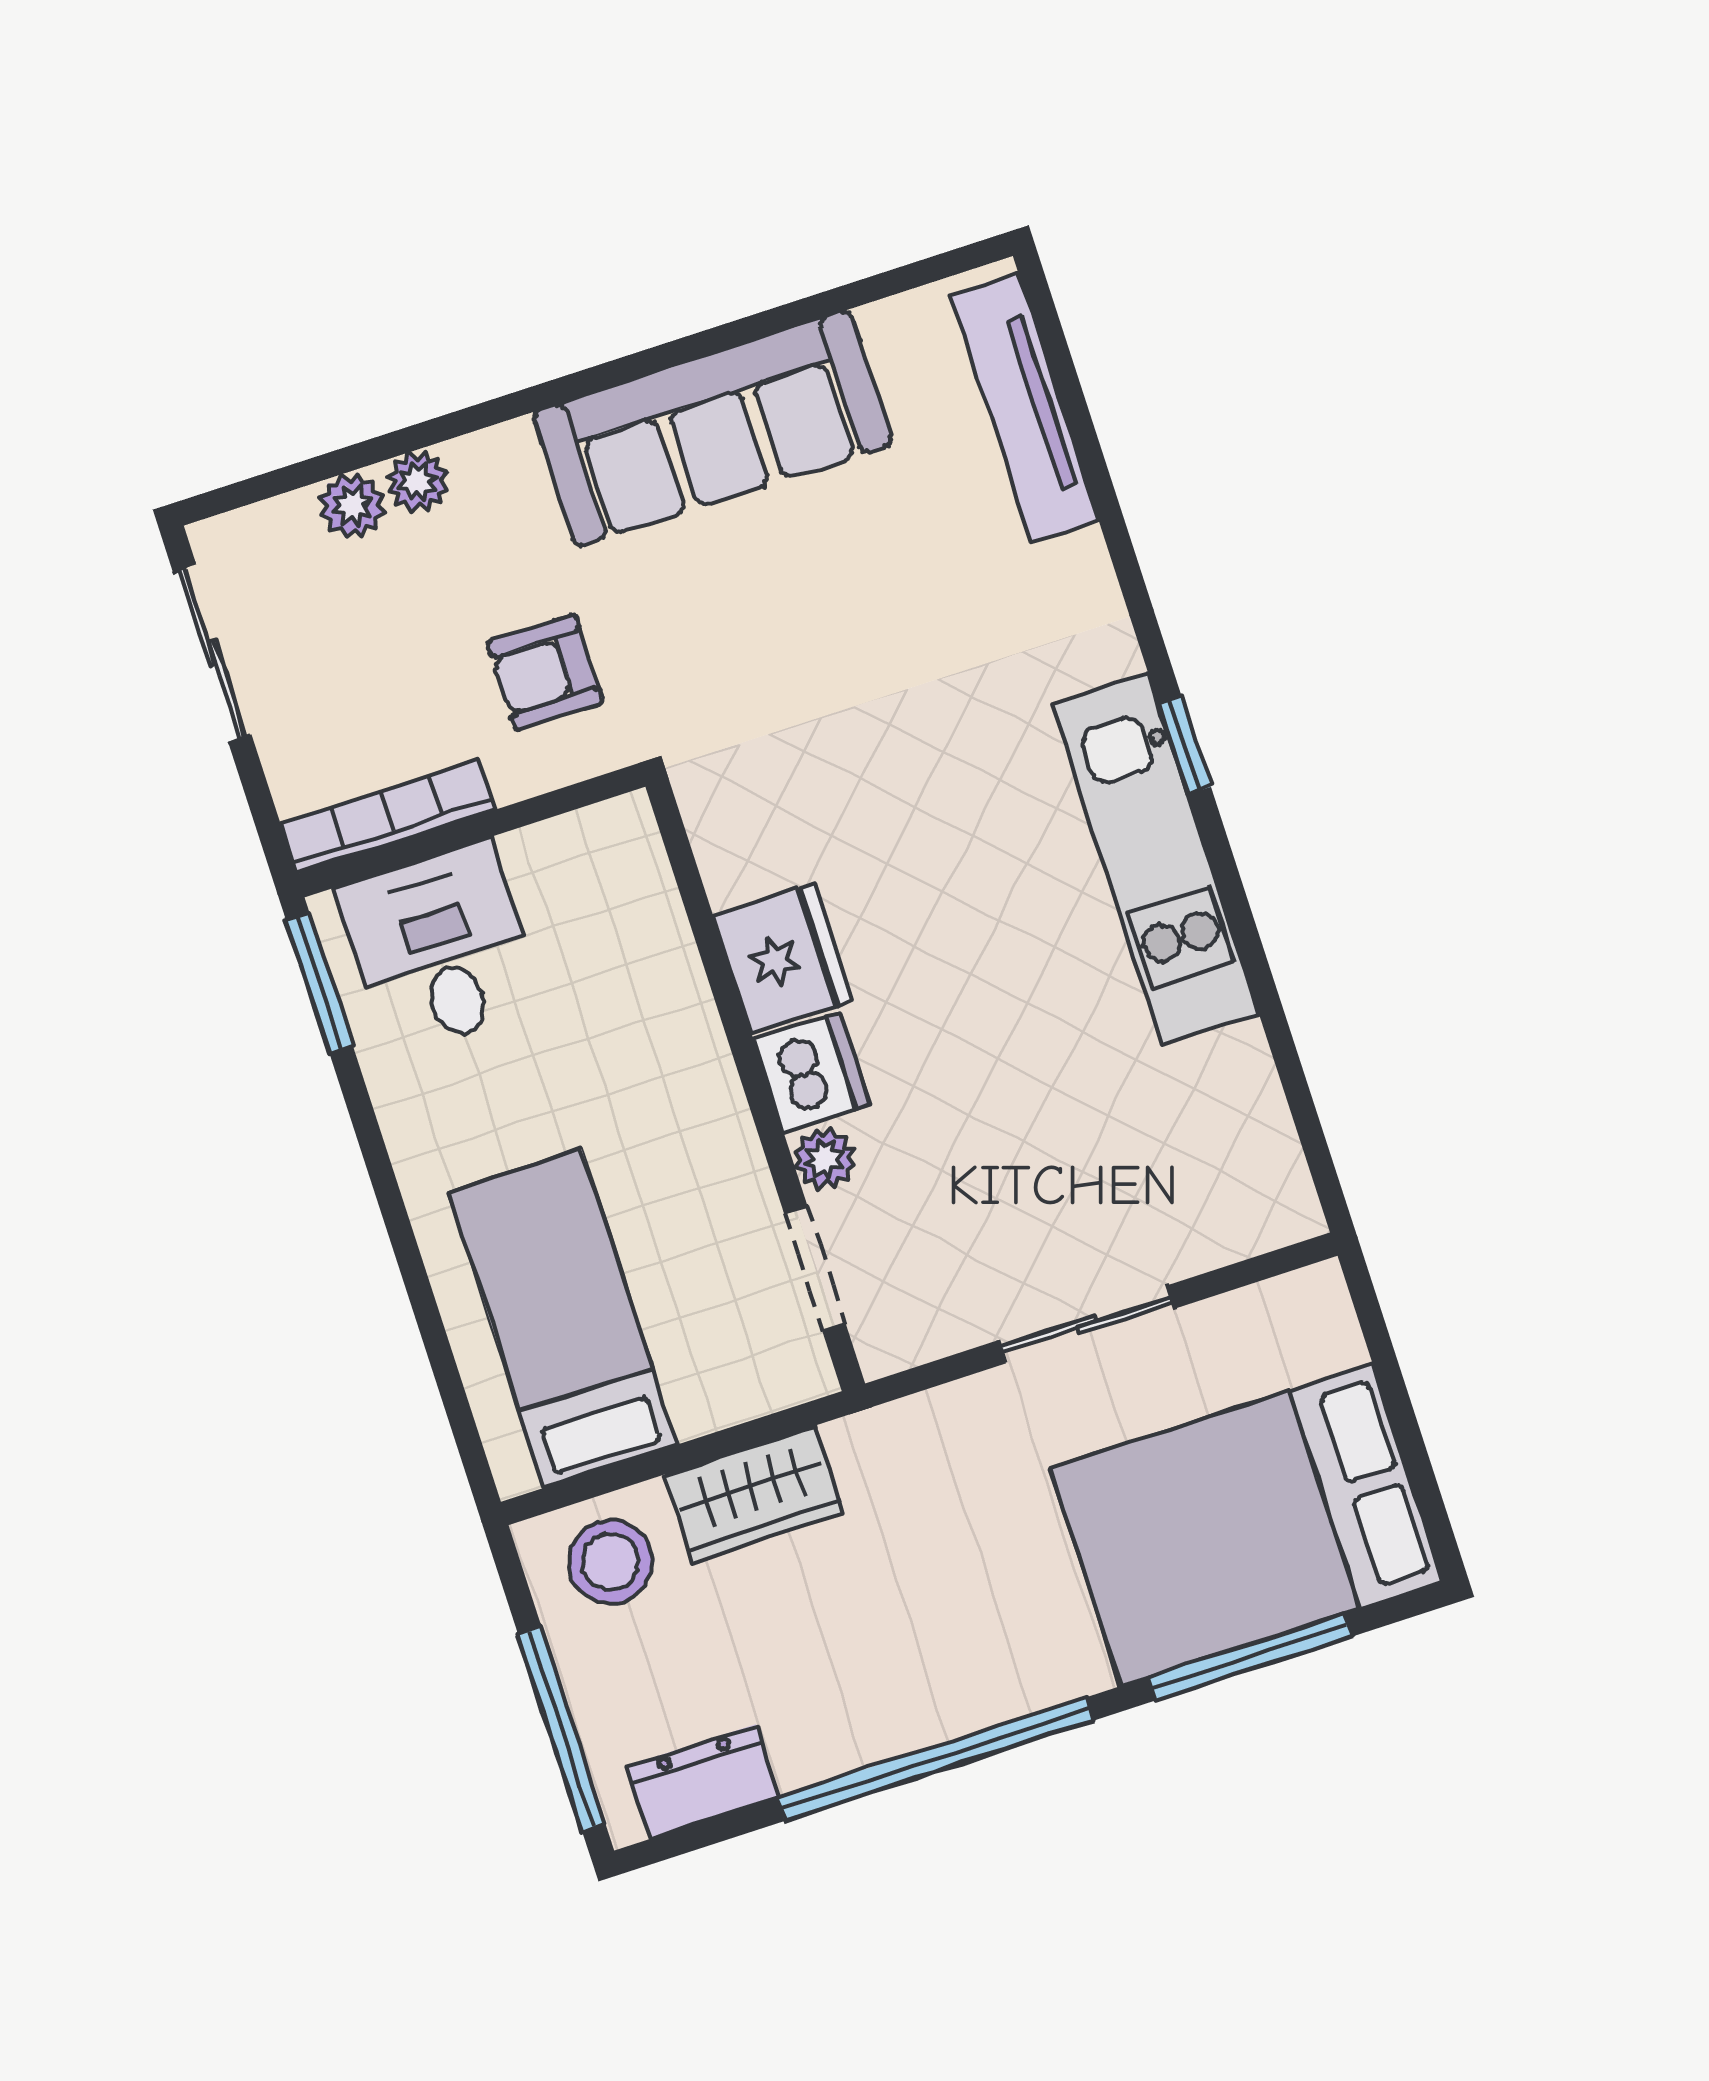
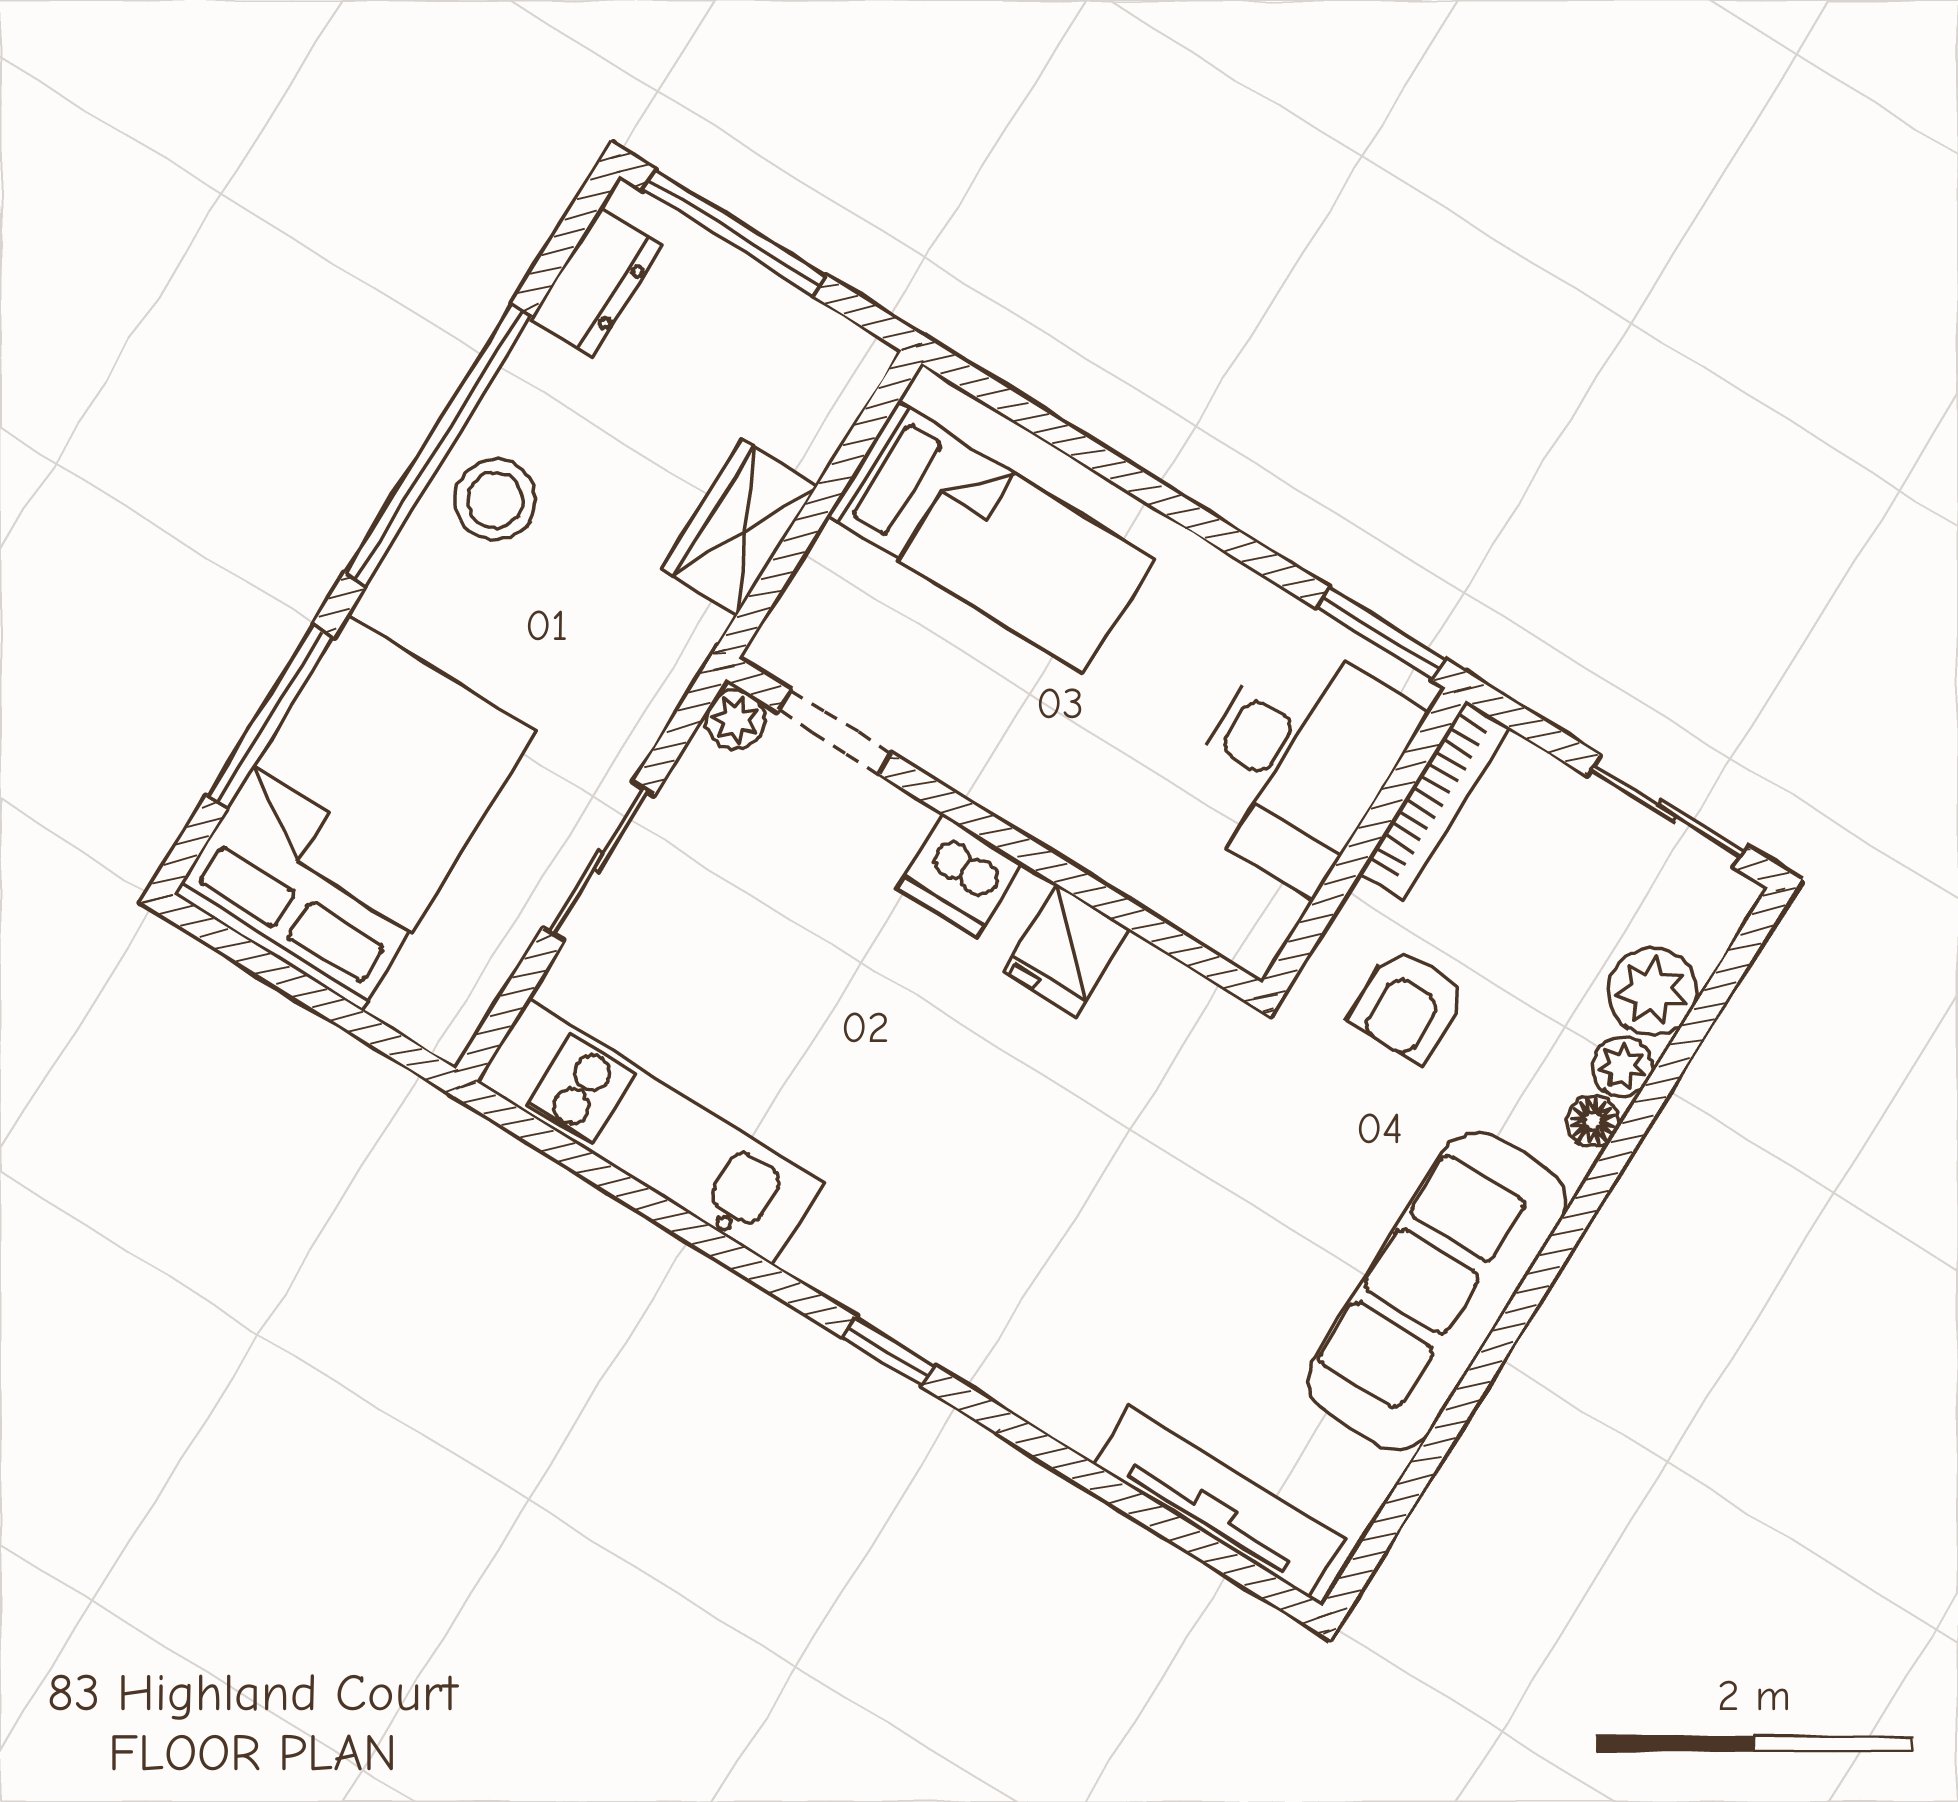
floor lamp: (477, 458) -> (1593, 1121), added
plant: (352, 505) -> (1652, 991), width x1.38, depth x1.38
armchair: (545, 672) -> (1408, 1005), turned 180
kitchen unit: (1155, 858) -> (650, 1132), moved
desk: (440, 948) -> (1298, 761), width x1.37
fridge: (783, 959) -> (1067, 950), width x0.72
plant: (824, 1159) -> (736, 720), moved
stool: (610, 1562) -> (495, 500), moved

